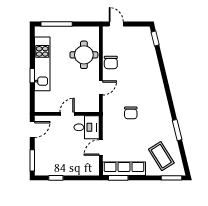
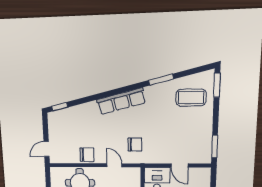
chair: (131, 113) -> (135, 144), moved
coffee table: (161, 156) -> (191, 98), turned 32
row of seats: (124, 169) -> (121, 101), moved, turned -104

